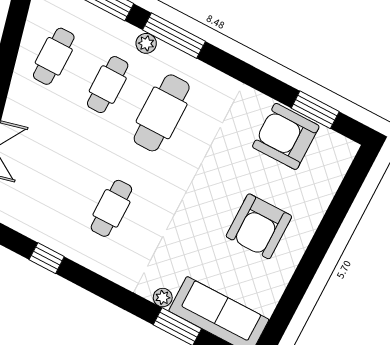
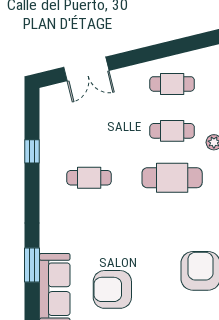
armchair: (259, 226) -> (112, 289), moved
plant: (163, 298) -> (47, 245), removed

